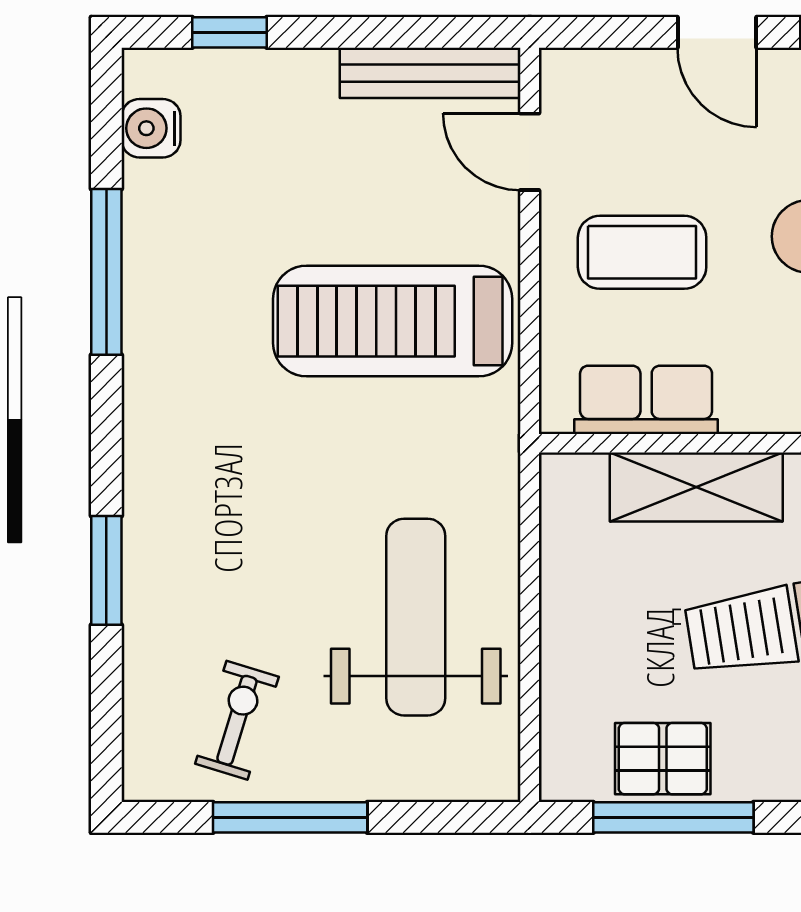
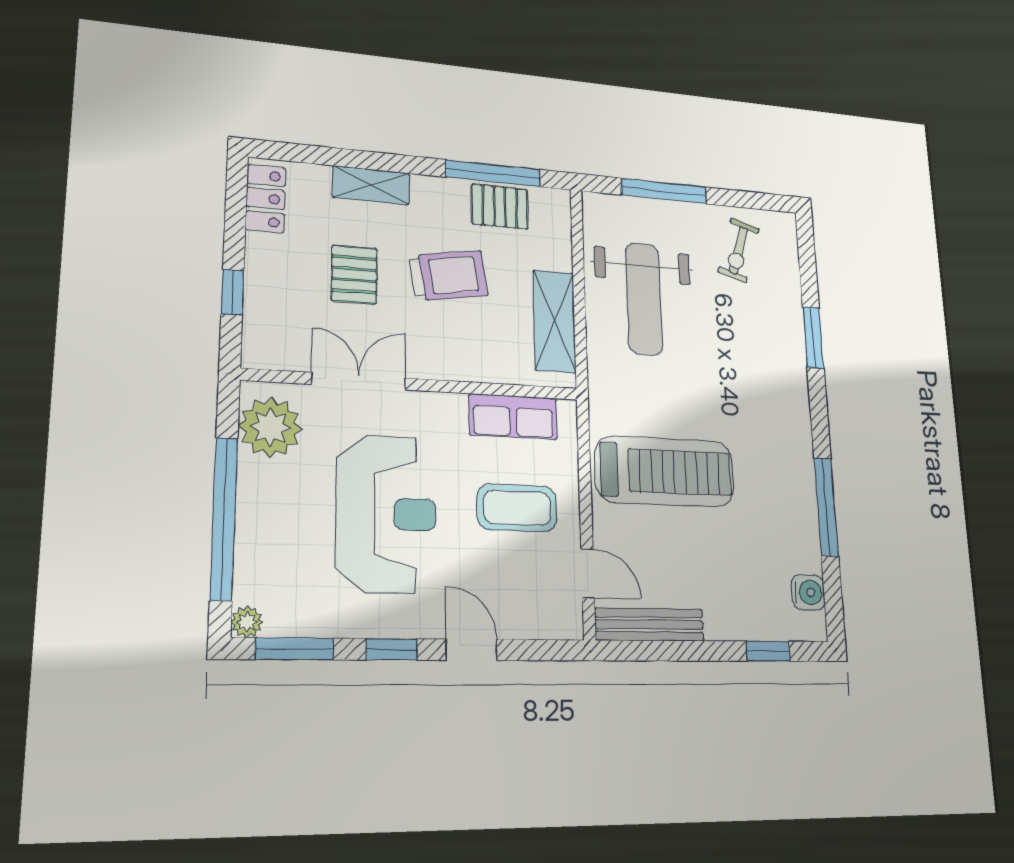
shelving: (696, 487) -> (554, 321), moved, turned 90
window: (290, 817) -> (664, 191), moved

